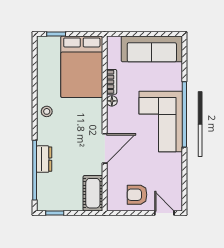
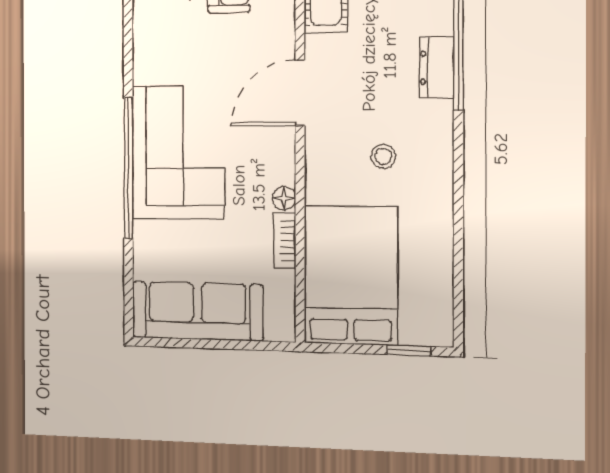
stool: (47, 111) -> (383, 157), moved

